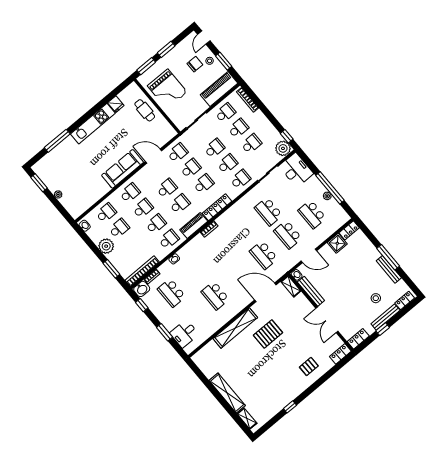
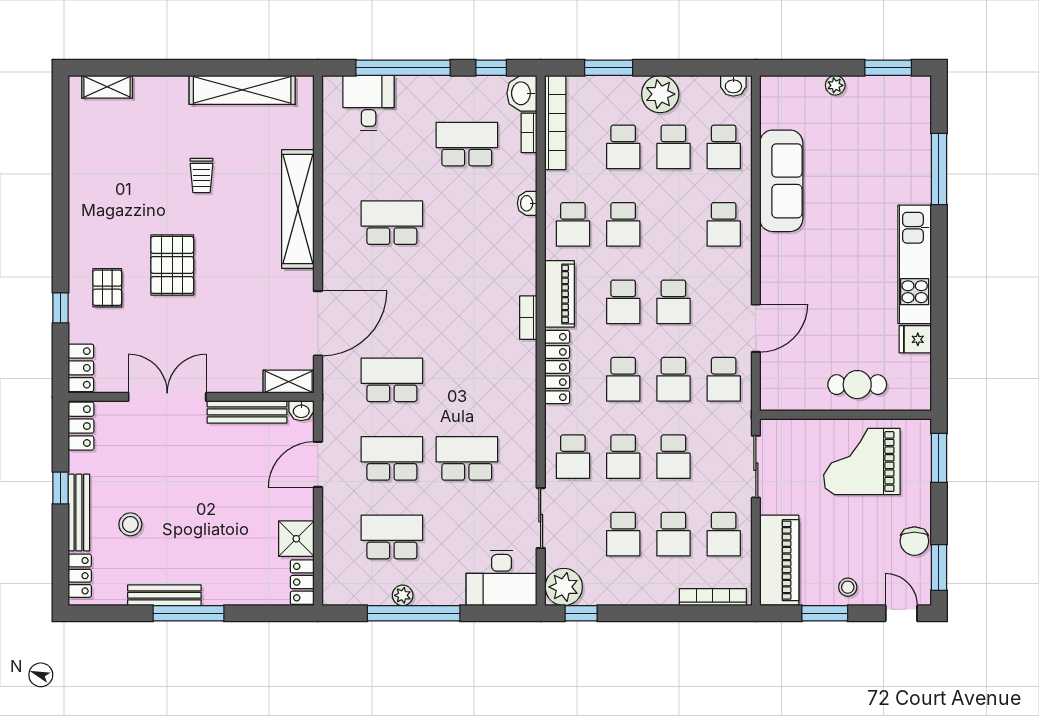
window: (166, 49) -> (939, 567), moved
chair: (195, 64) -> (914, 541), moved
sofa: (122, 169) -> (781, 181), moved
school desk: (143, 208) -> (623, 147), moved
window: (165, 332) -> (403, 68), width x2.11
pallet: (268, 334) -> (172, 265), moved
trolley: (250, 366) -> (201, 176), added
shelving: (227, 393) -> (242, 90), moved
window: (290, 407) -> (61, 308), moved

